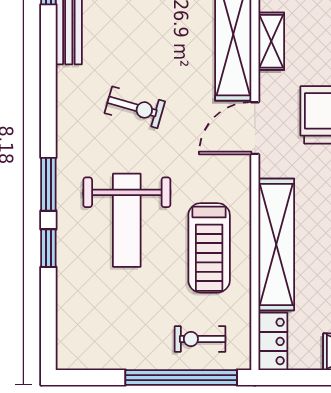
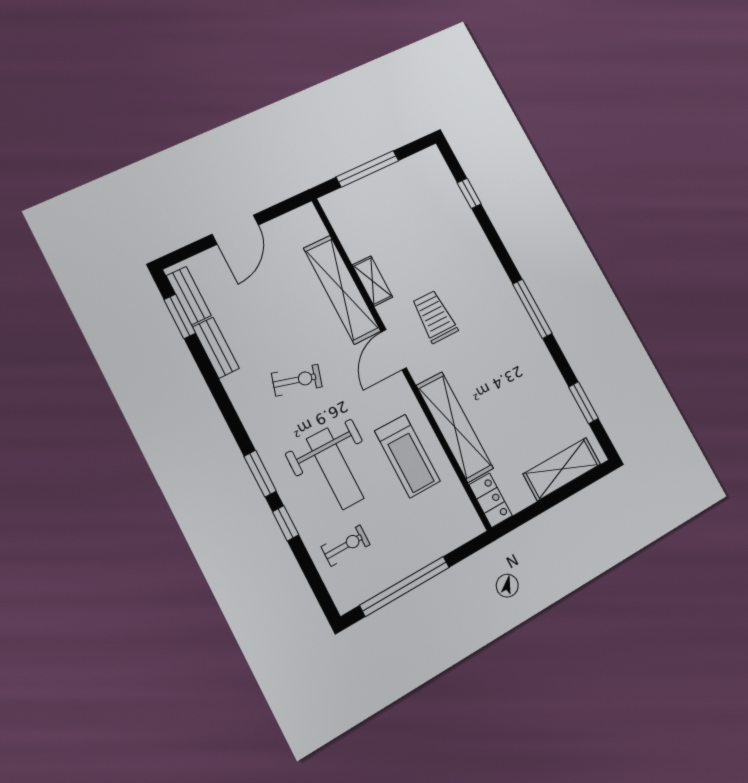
exercise bike: (200, 339) -> (346, 546), moved, turned 180
window: (181, 378) -> (405, 586), moved

